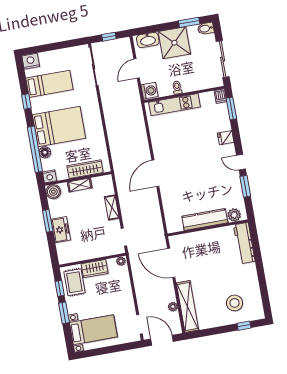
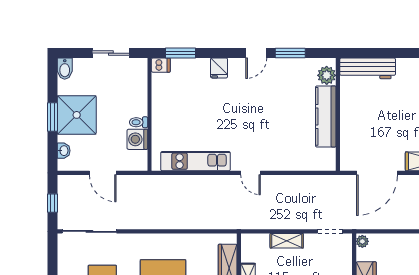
window: (189, 22) -> (52, 117), moved
washbasin: (148, 40) -> (64, 151), width x0.52, depth x0.69
sliding door: (223, 59) -> (111, 53), width x0.73
washing machine: (149, 91) -> (137, 139), moved, turned -90
kitchen unit: (174, 105) -> (196, 161), moved, turned -90
door: (155, 173) -> (250, 173), width x0.53

